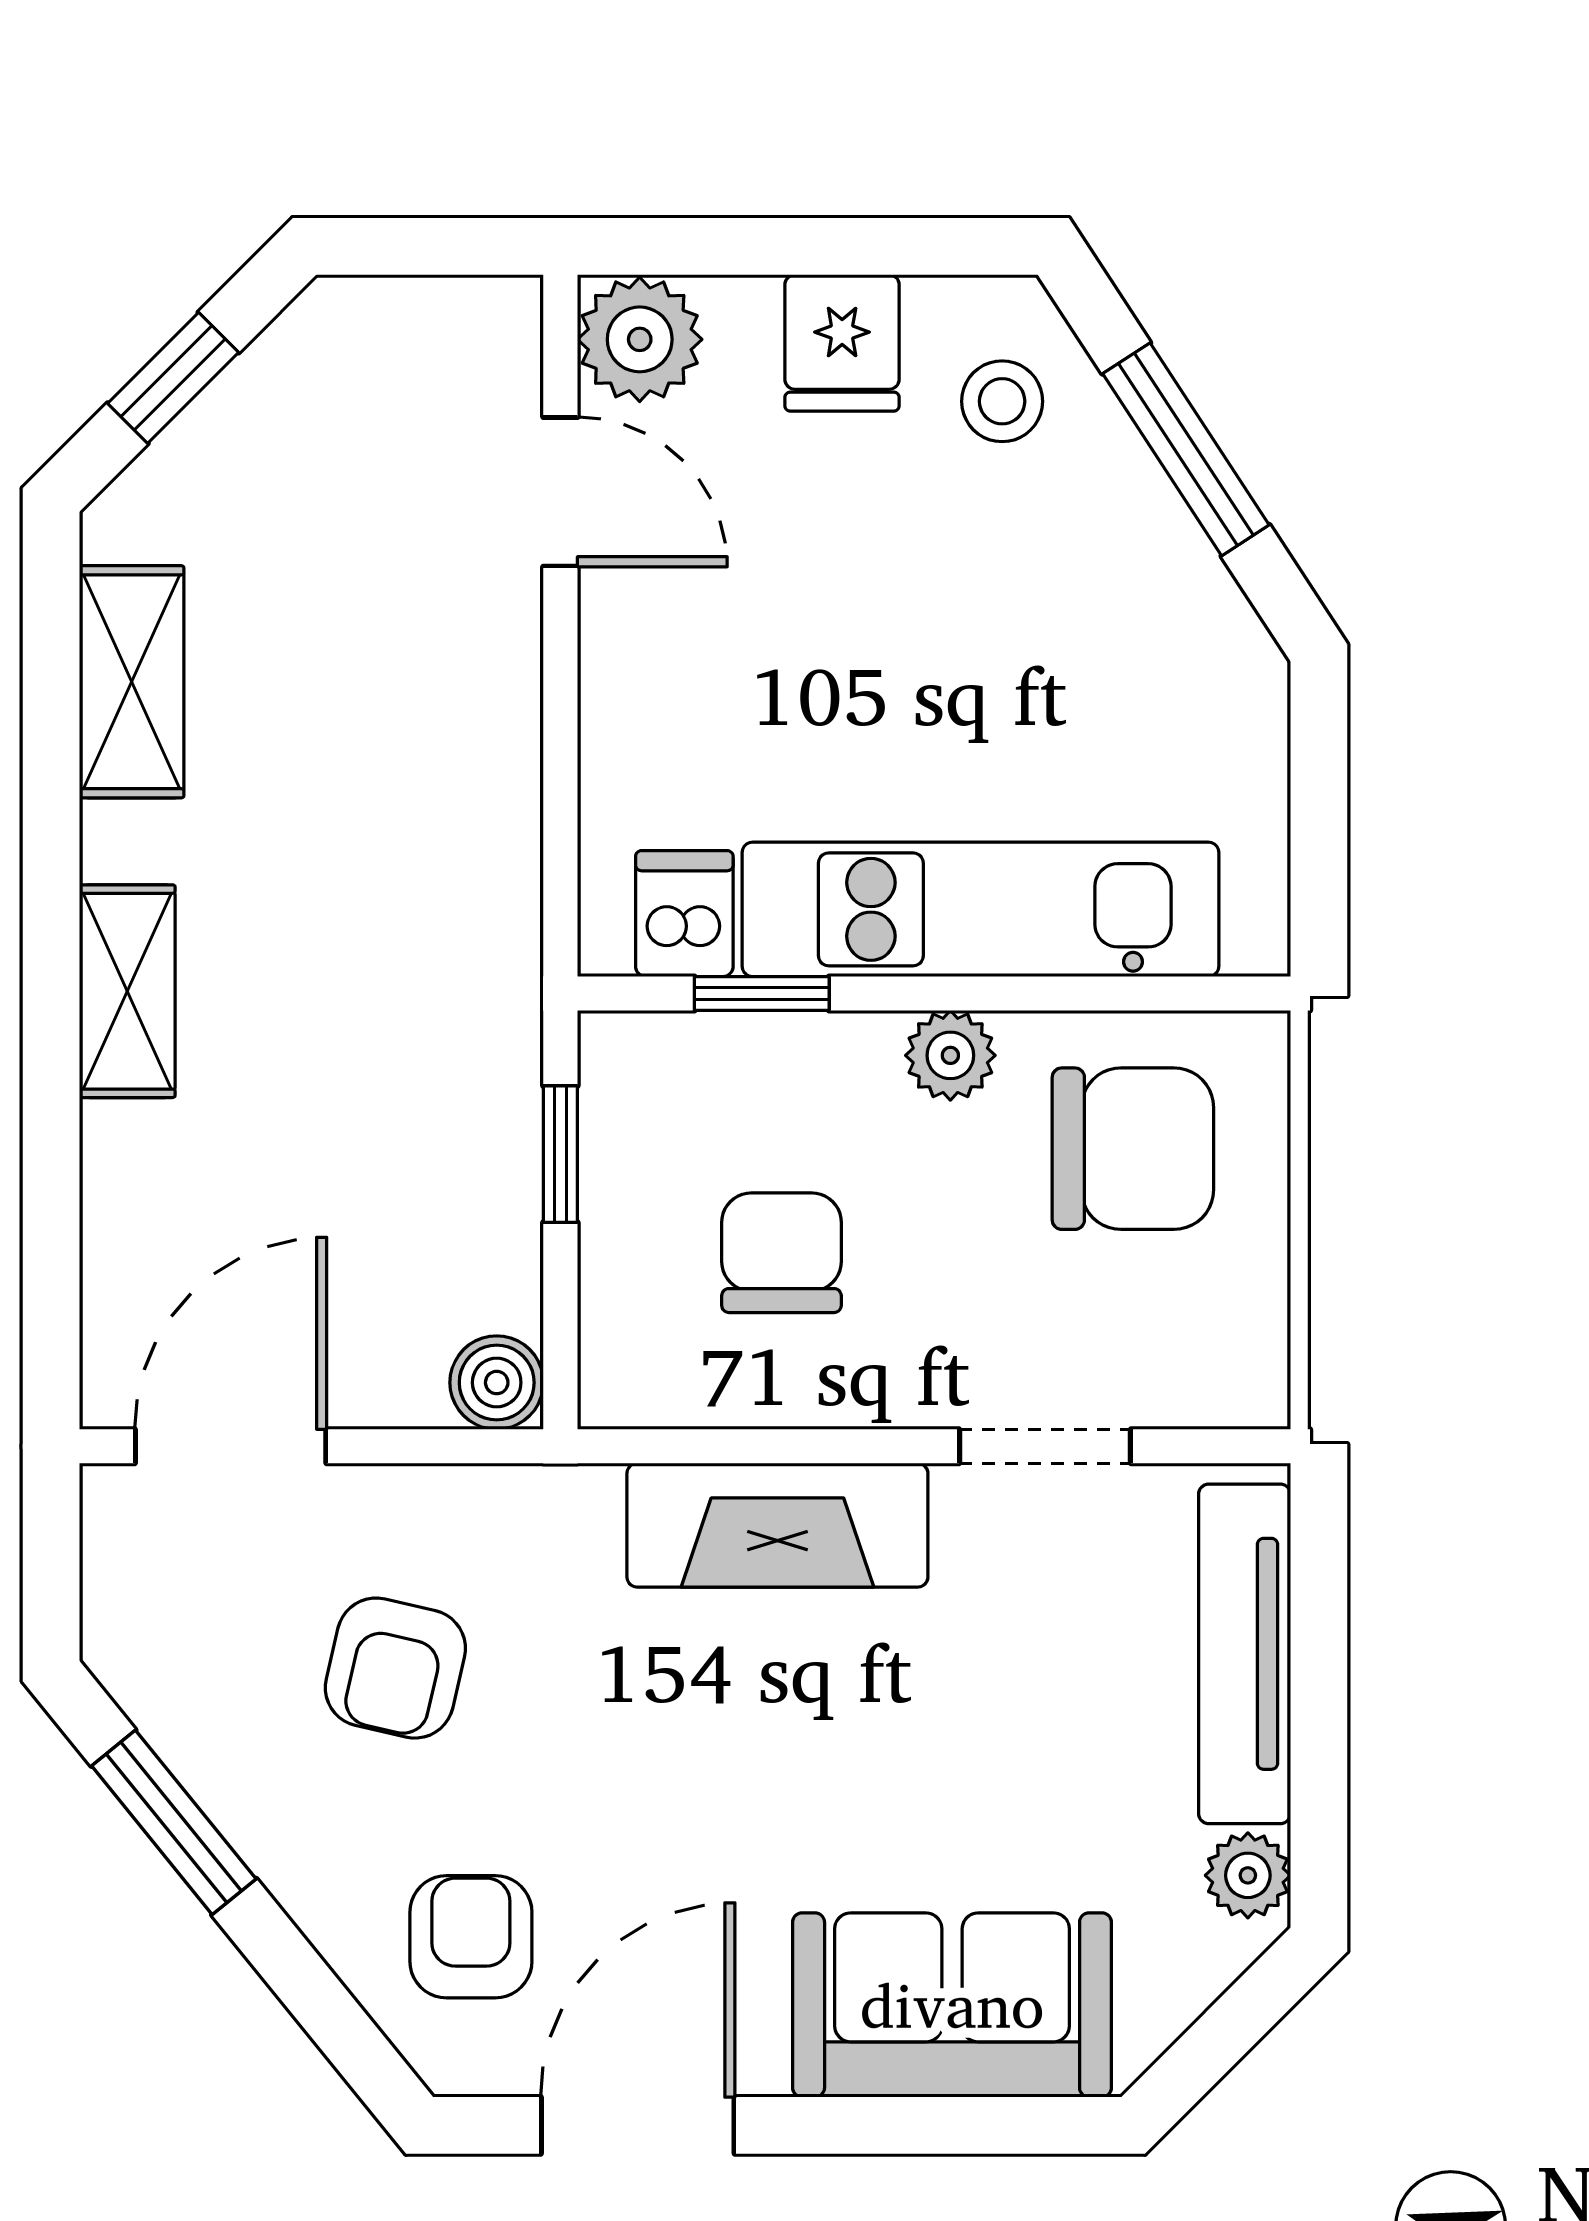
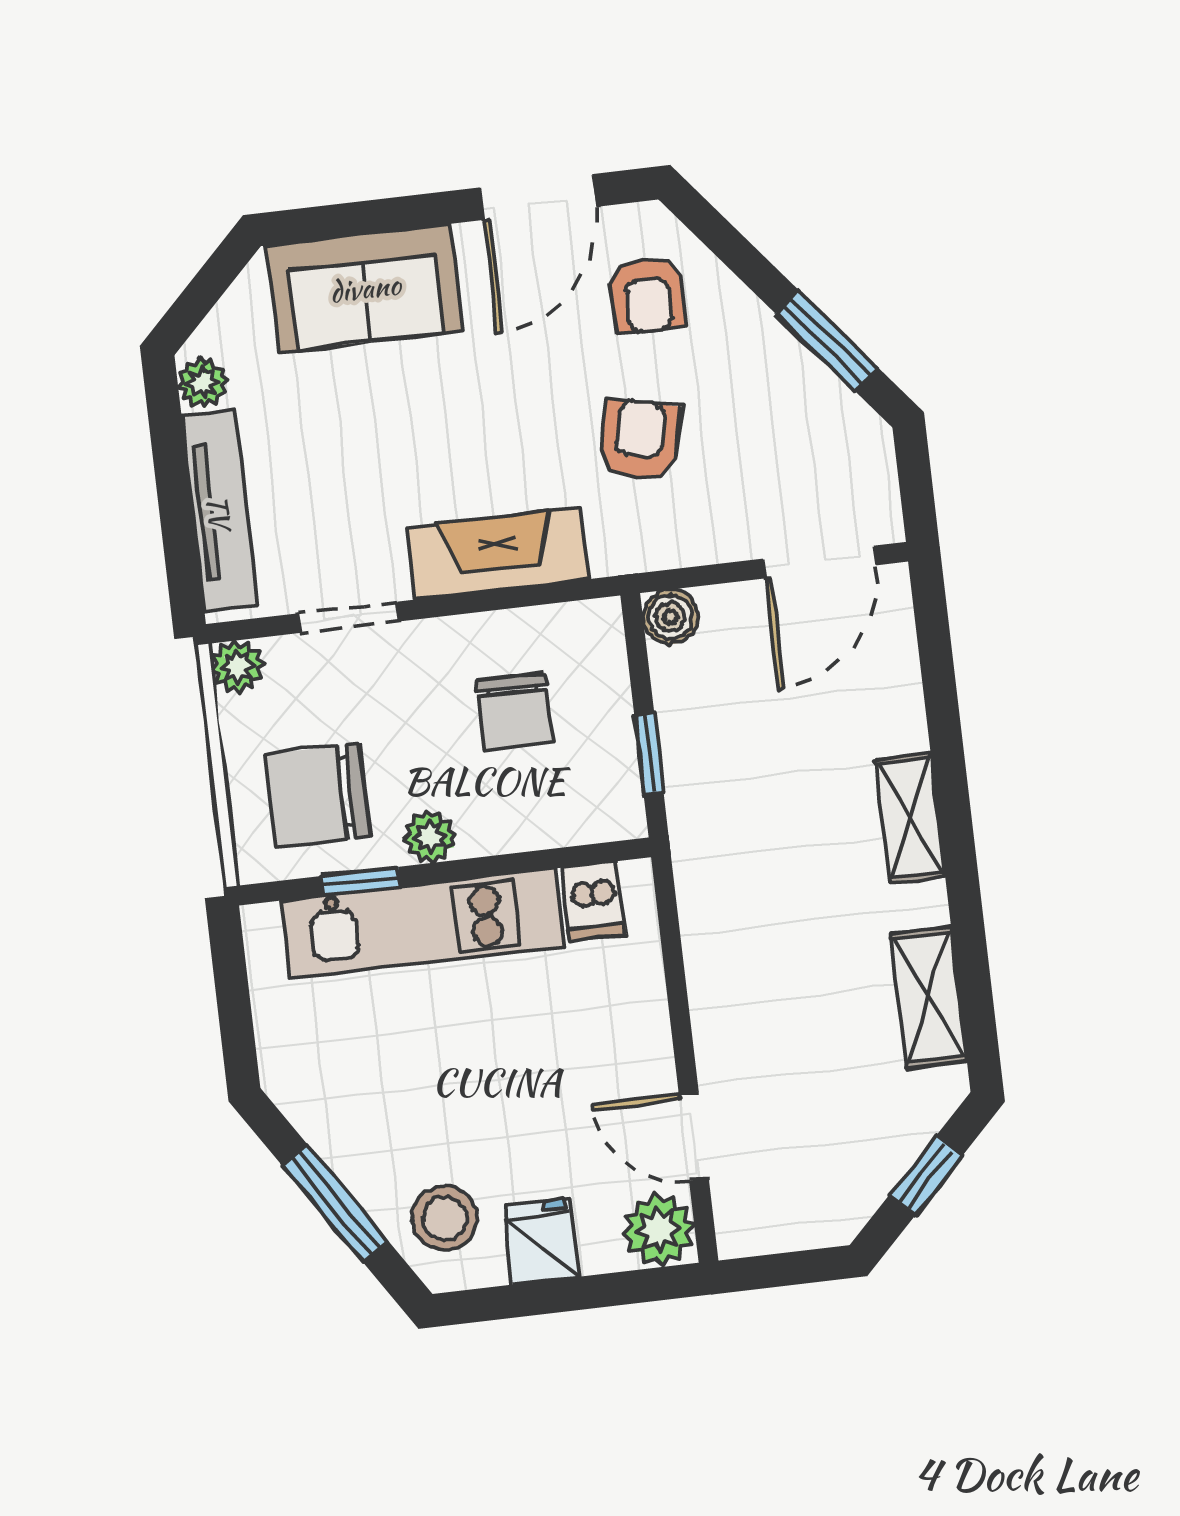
stool: (1002, 401) -> (445, 1218), width x1.37, depth x1.37
window: (762, 993) -> (360, 881), moved
plant: (1245, 1384) -> (237, 667), added
armchair: (395, 1668) -> (640, 440), moved

